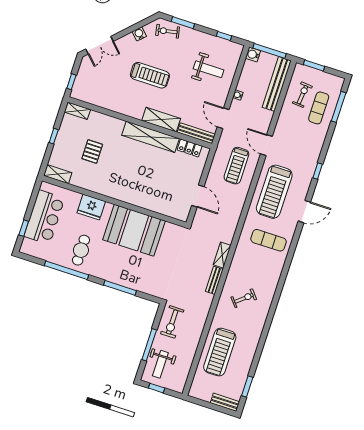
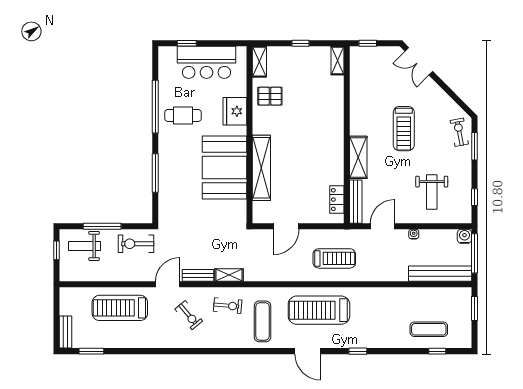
water cooler: (139, 34) -> (446, 102), removed
exercise bike: (302, 95) -> (228, 306), moved
window: (339, 107) -> (437, 351), width x0.46
shelving: (150, 137) -> (261, 168), moved
door: (266, 145) -> (167, 284), moved
pallet: (92, 151) -> (270, 96), moved
treadmill: (236, 166) -> (334, 258), turned 180

